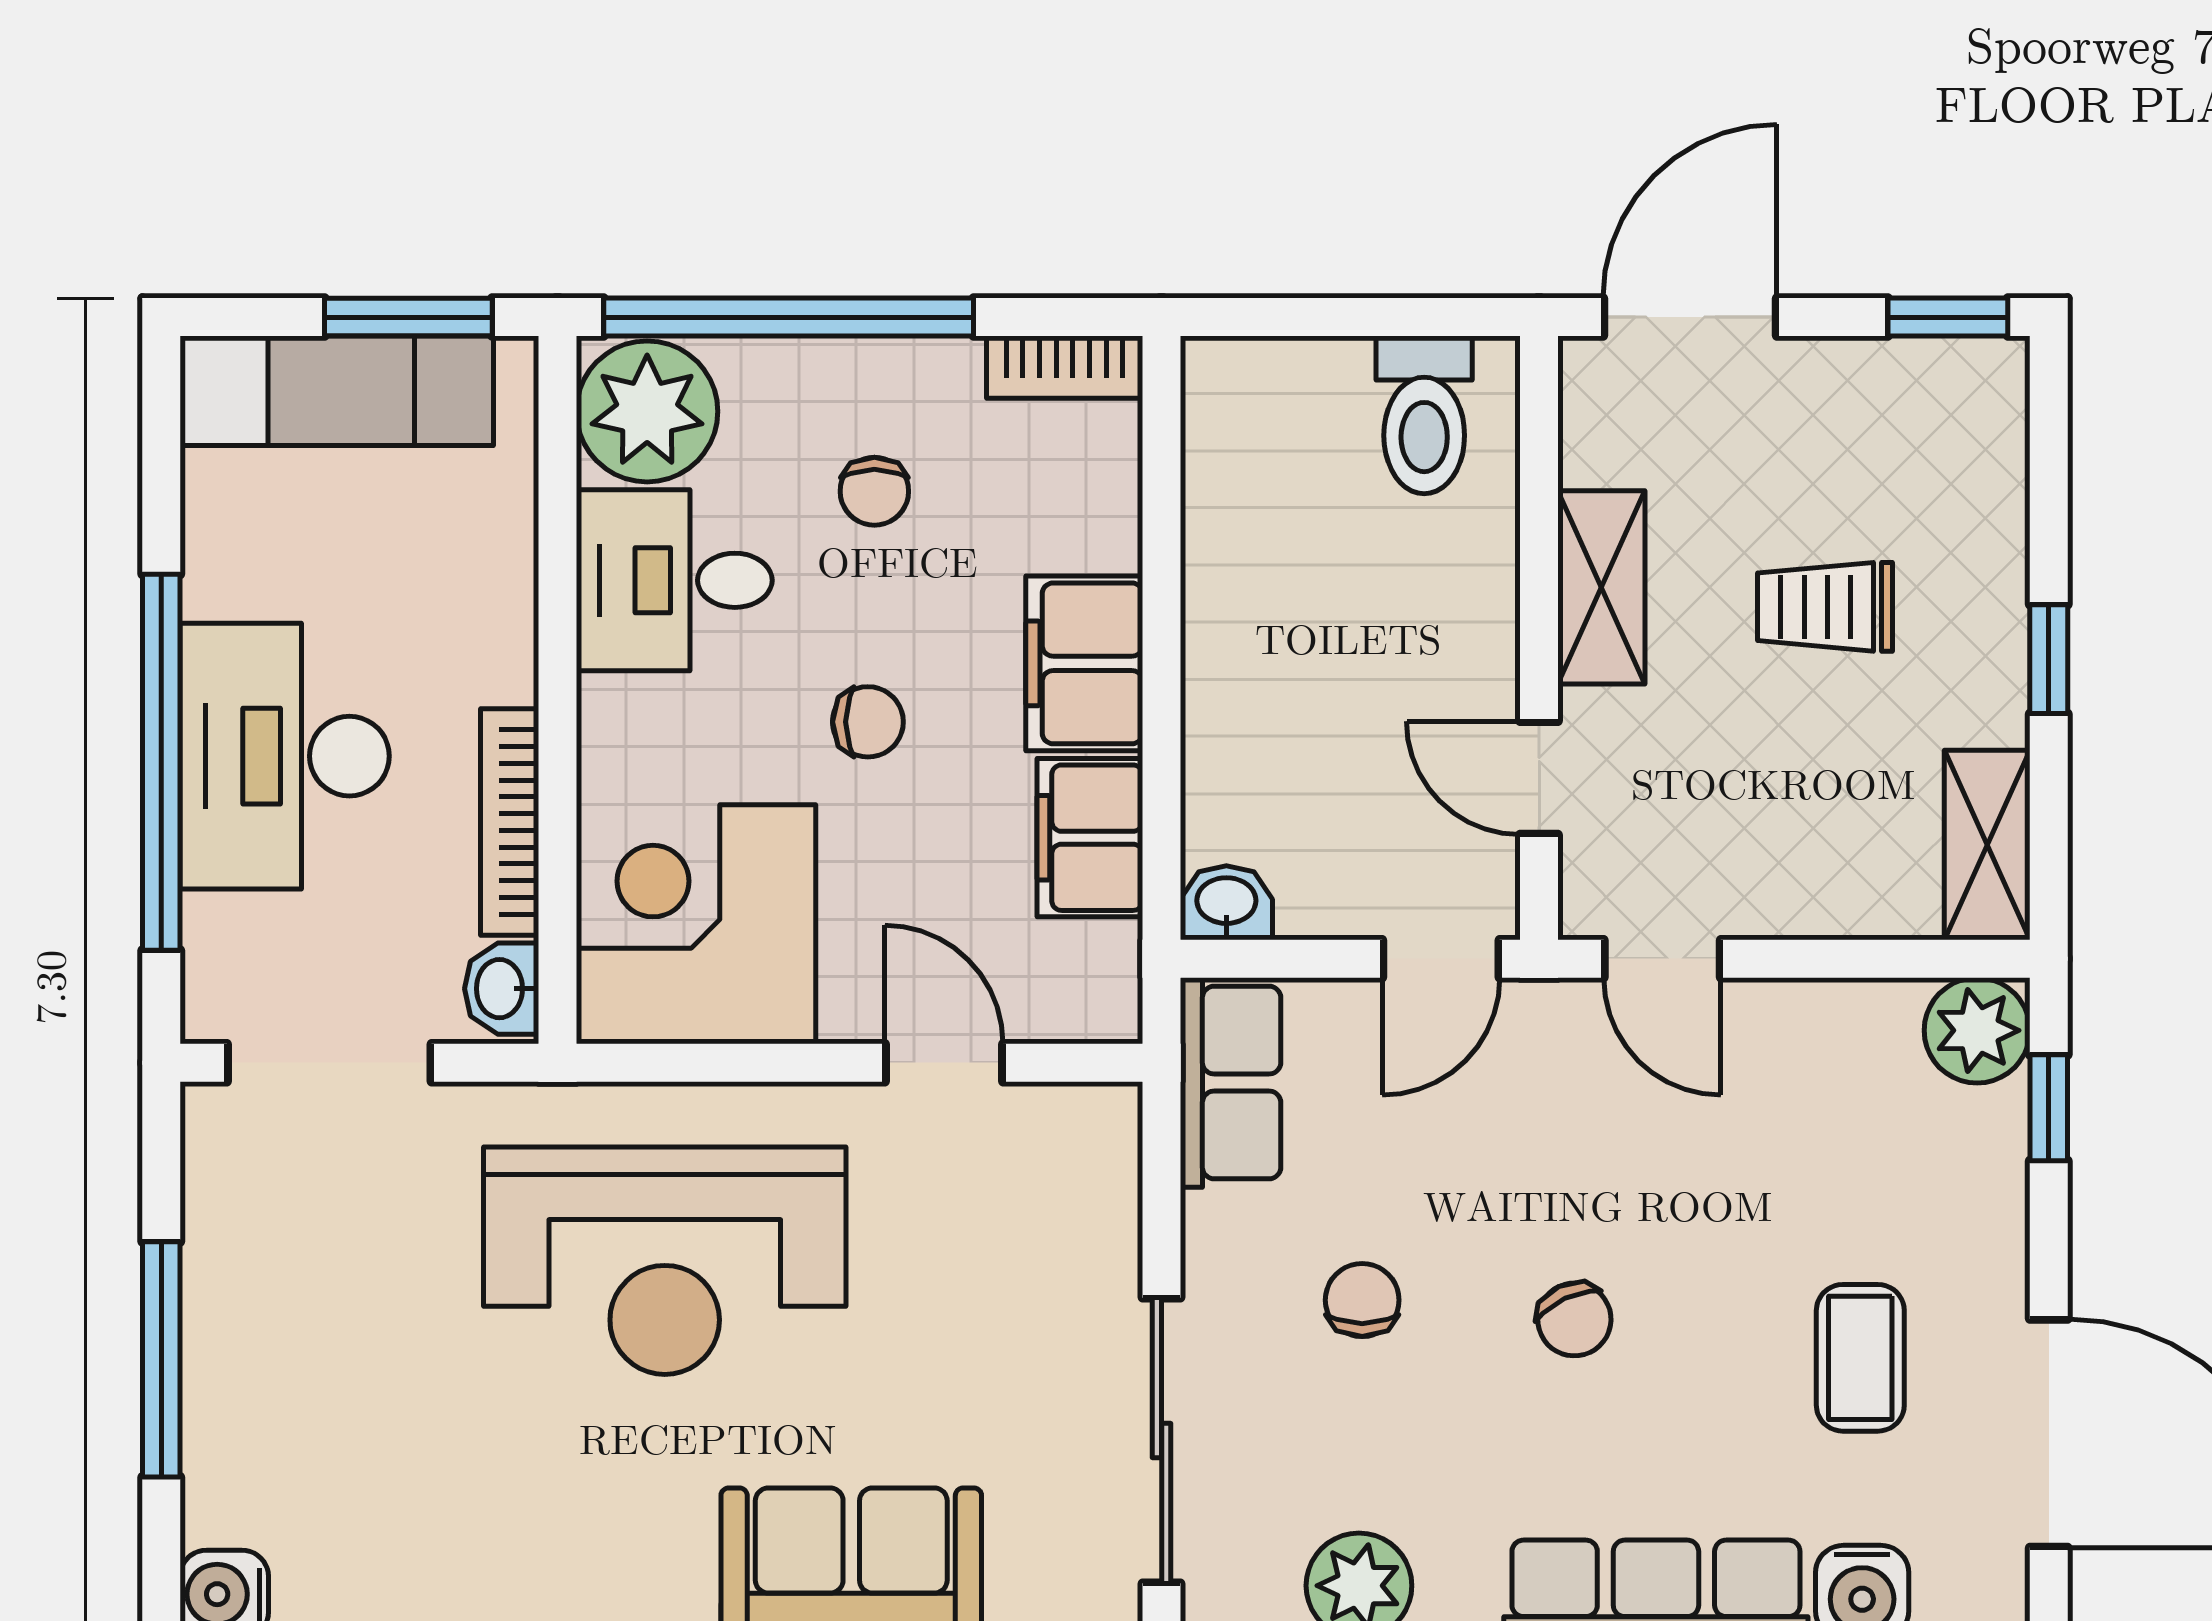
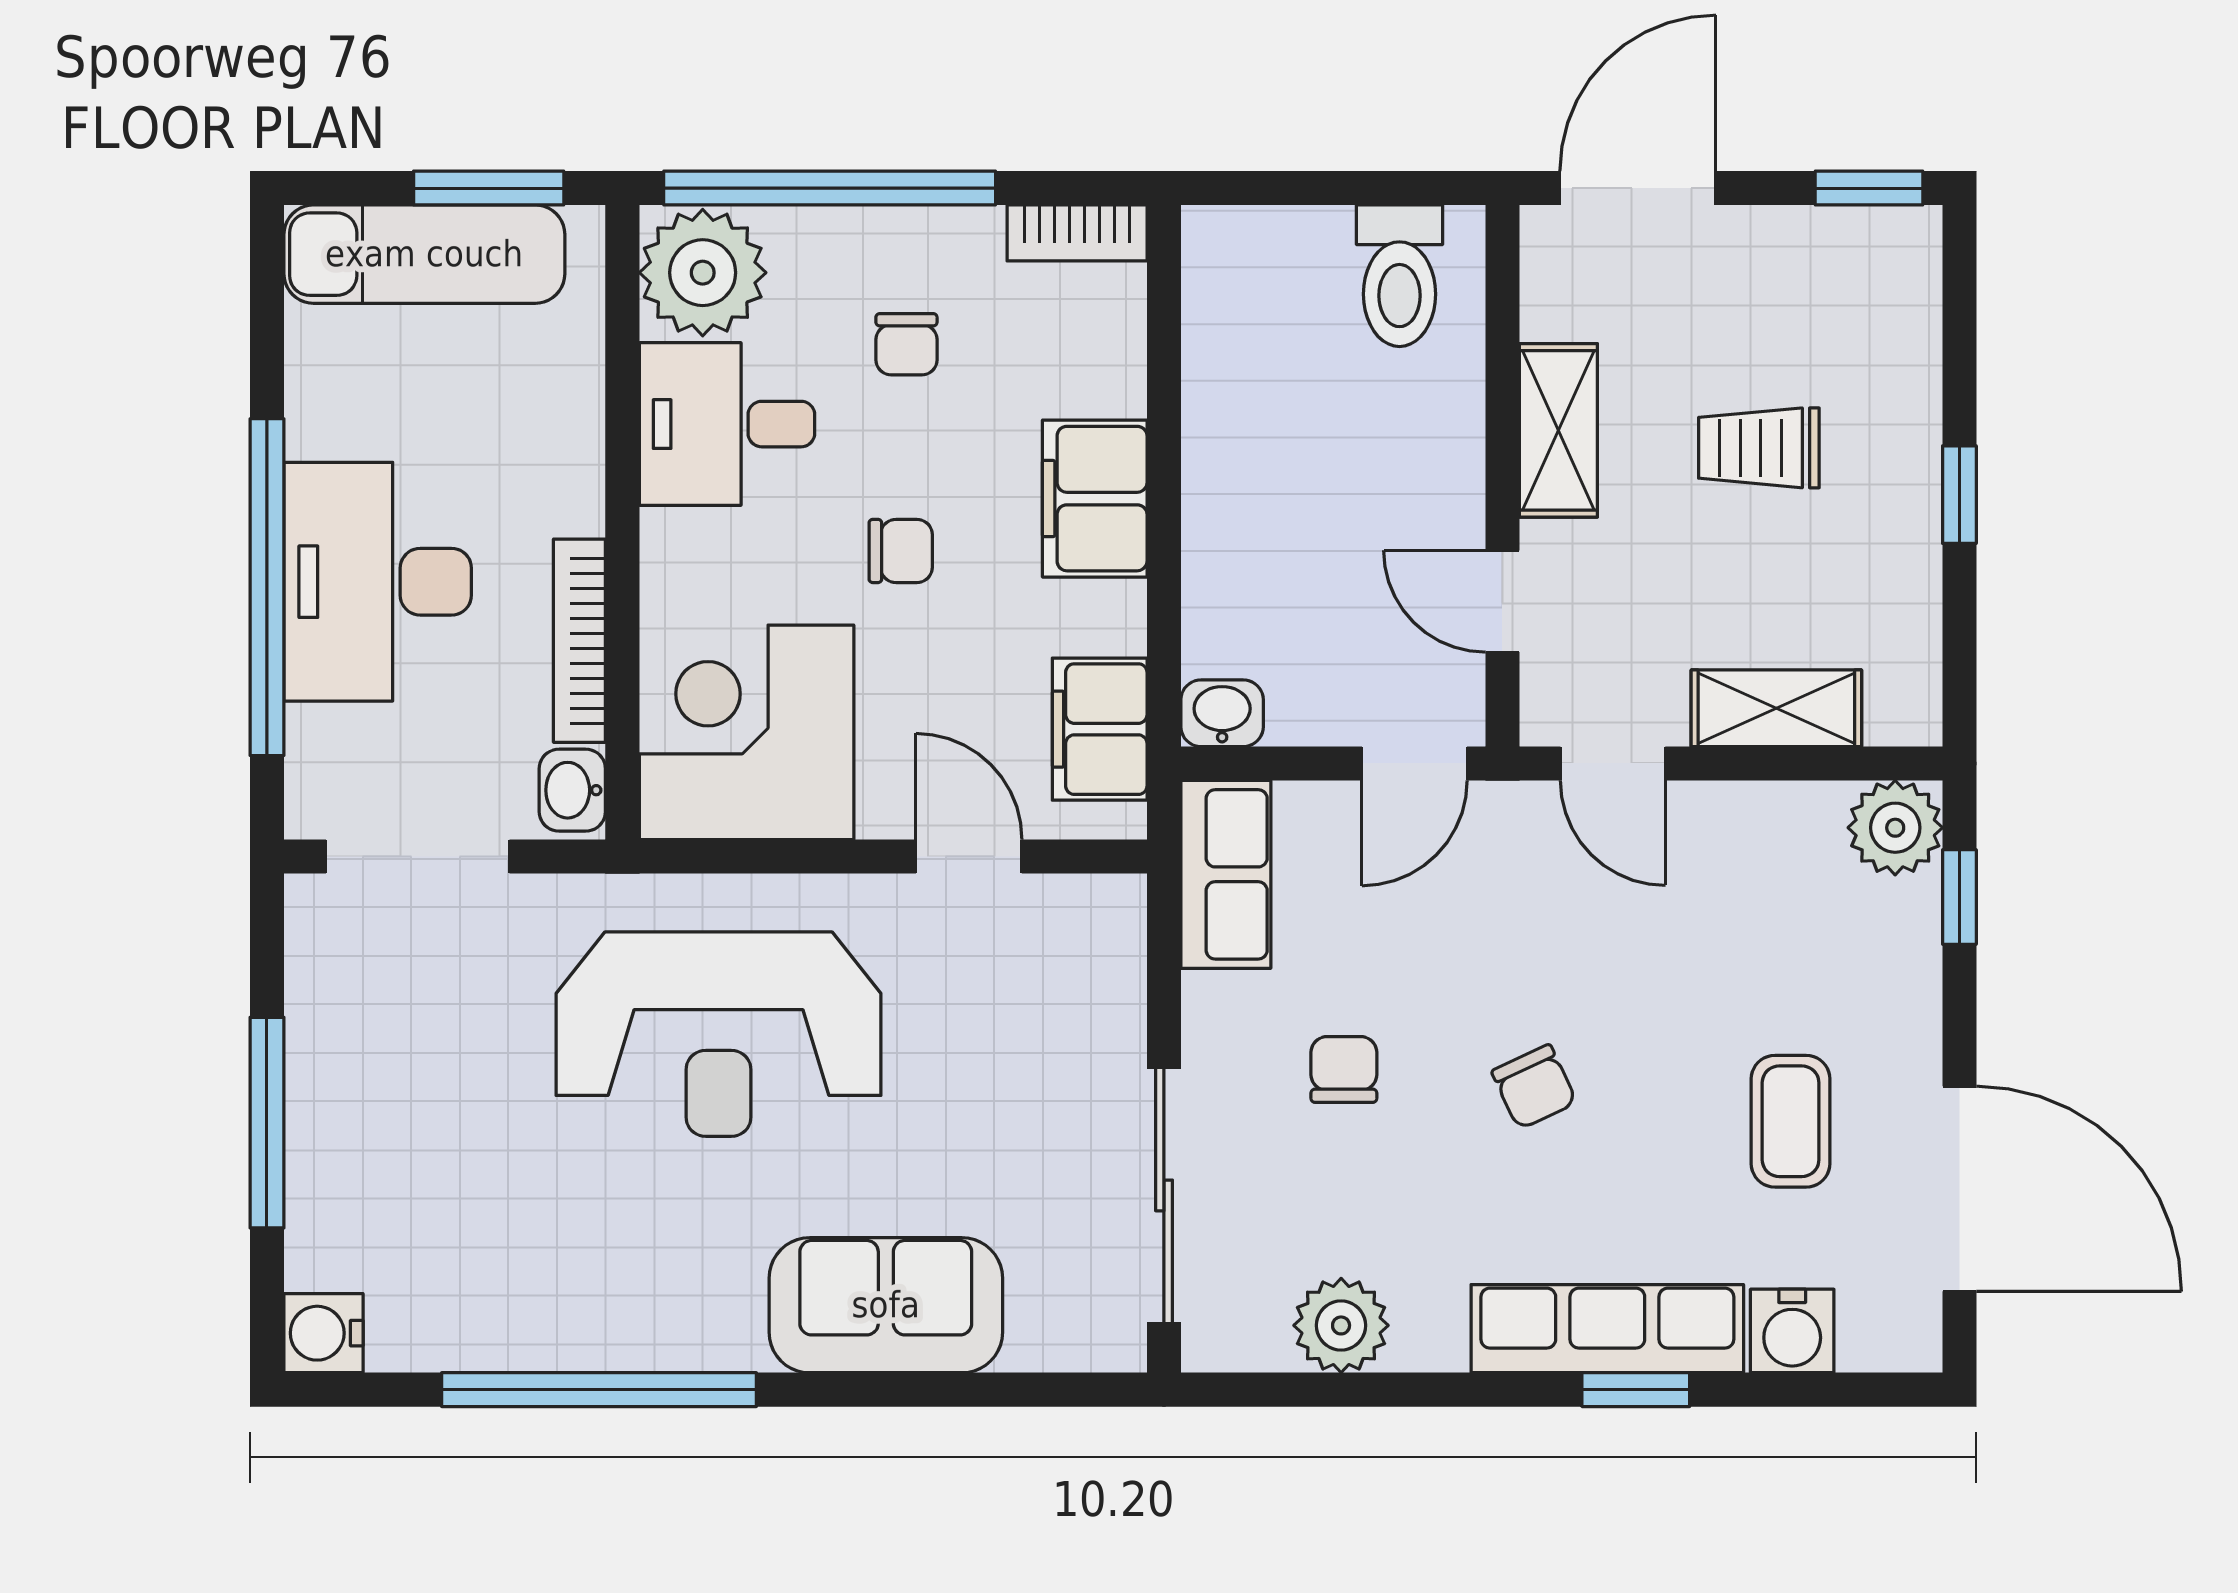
filing cabinet: (1090, 838) -> (1100, 729), moved
shelving: (1987, 845) -> (1776, 708), moved, turned 90

